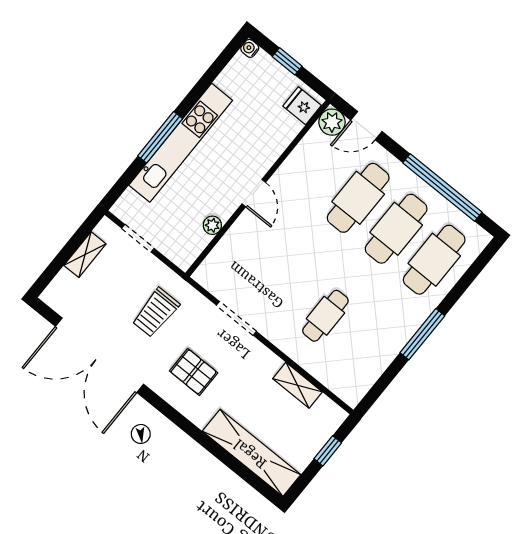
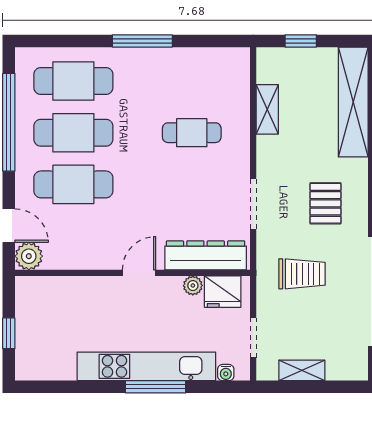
water cooler: (250, 48) -> (226, 373), moved
fridge: (302, 106) -> (223, 292), moved, width x1.38
dresser: (227, 253) -> (206, 255), added

